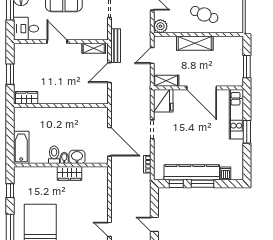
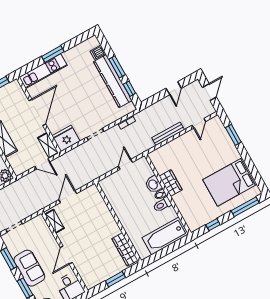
bench: (116, 46) -> (168, 134), moved
door: (152, 56) -> (42, 164), moved
door: (109, 73) -> (68, 197), swing flipped
wardrobe: (27, 98) -> (125, 250), width x1.50
door: (109, 142) -> (125, 164), width x0.53
bathtub: (21, 147) -> (165, 236), width x1.36, depth x1.36

